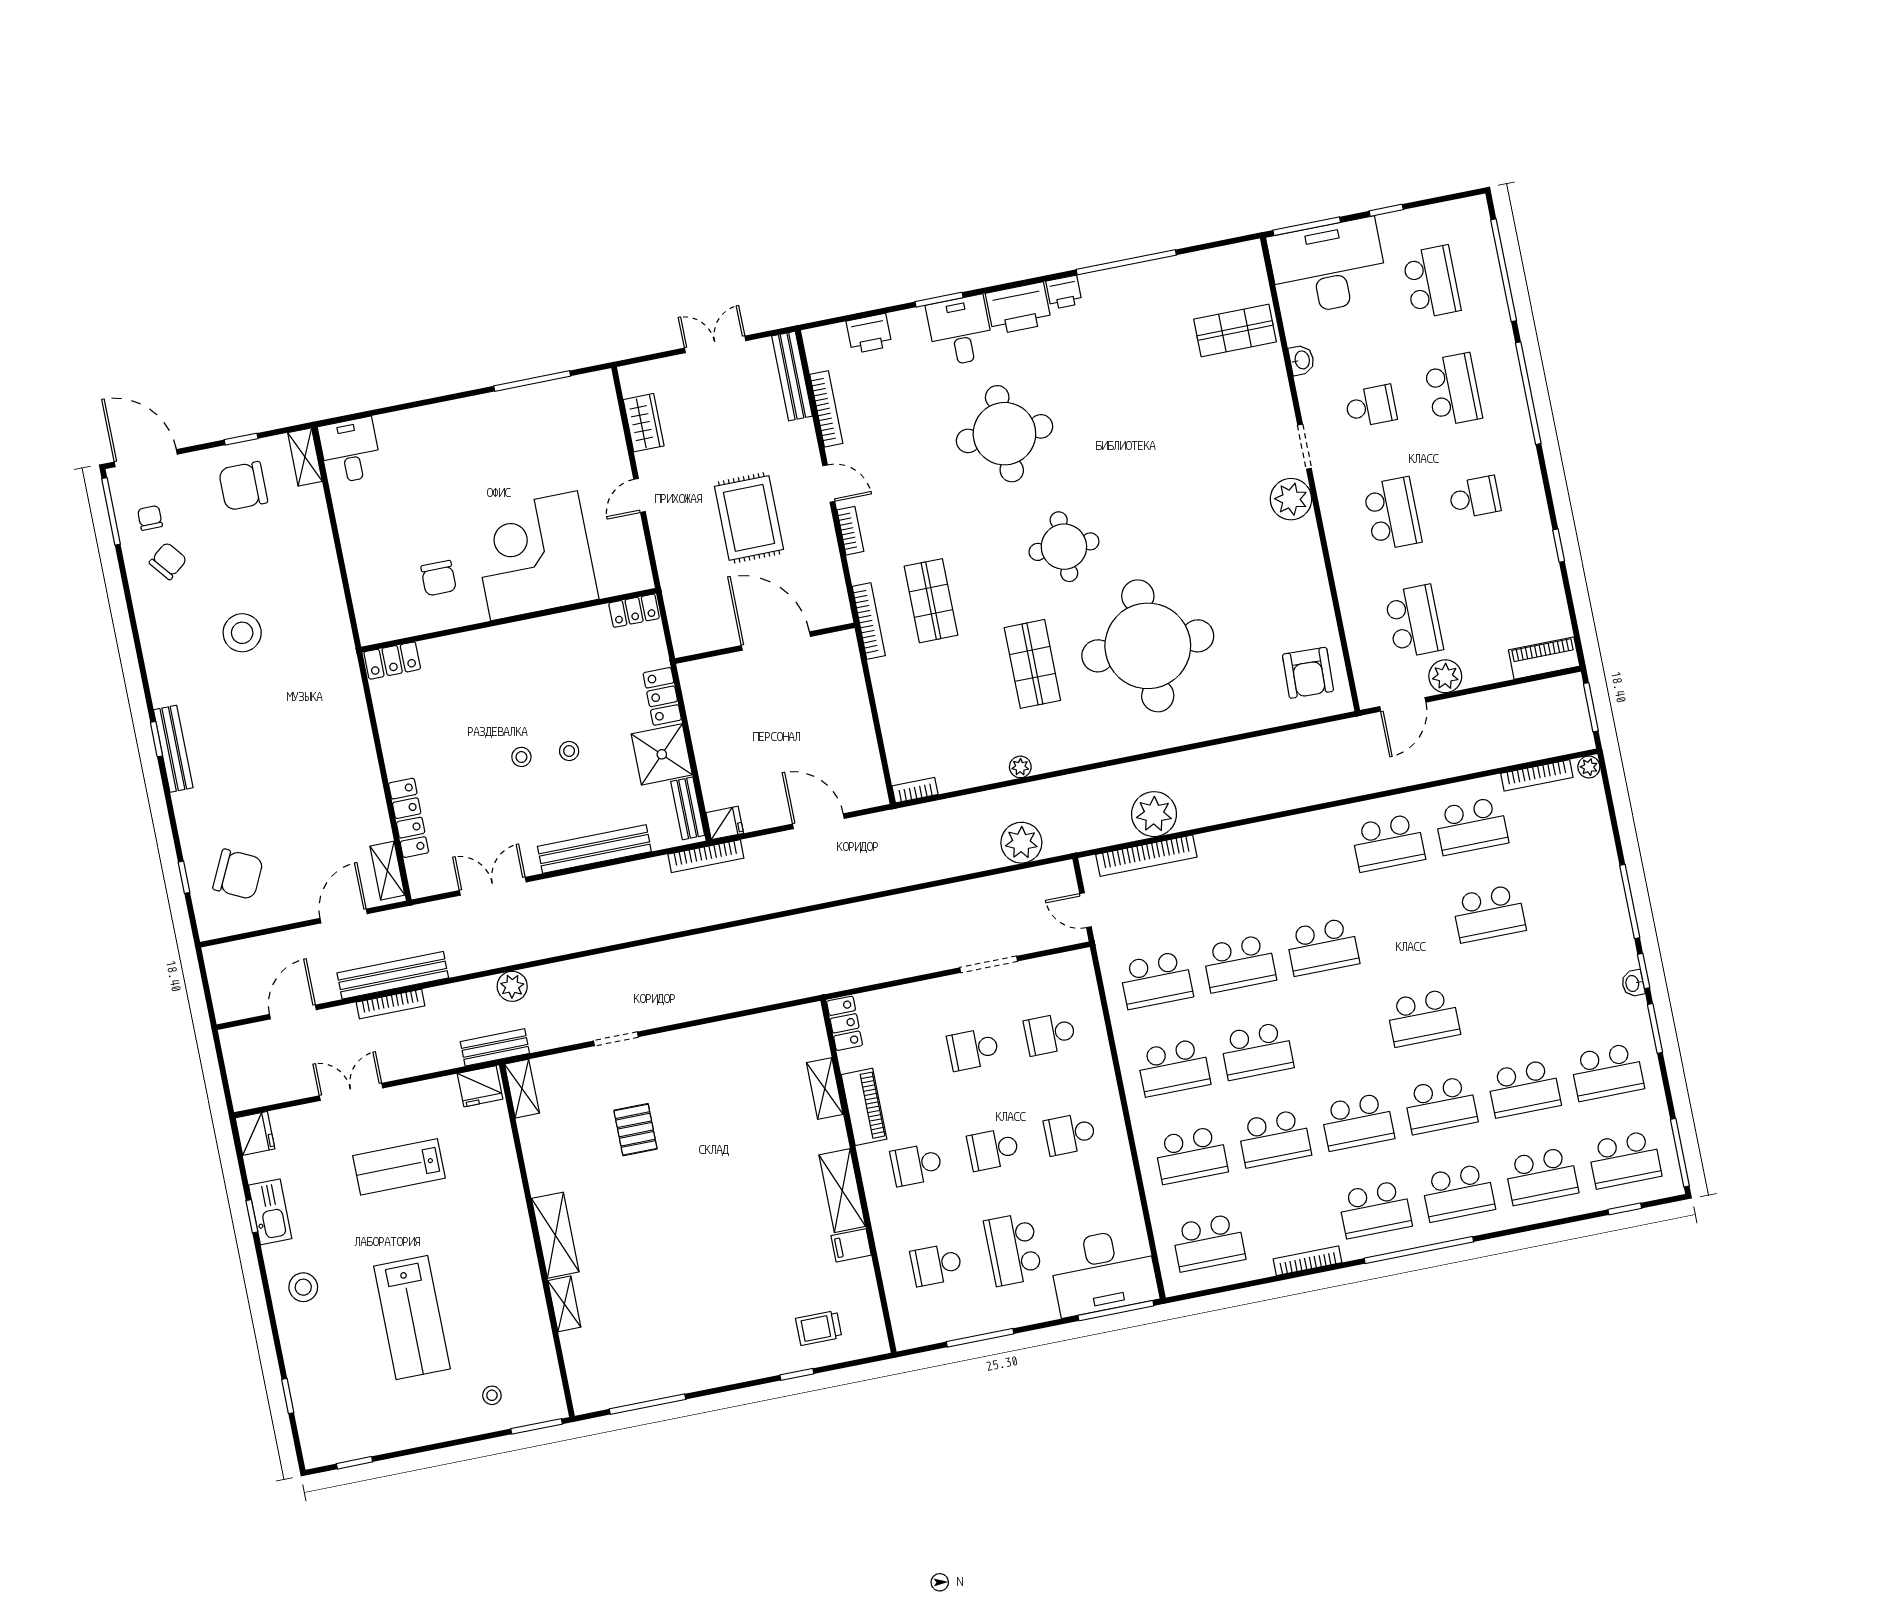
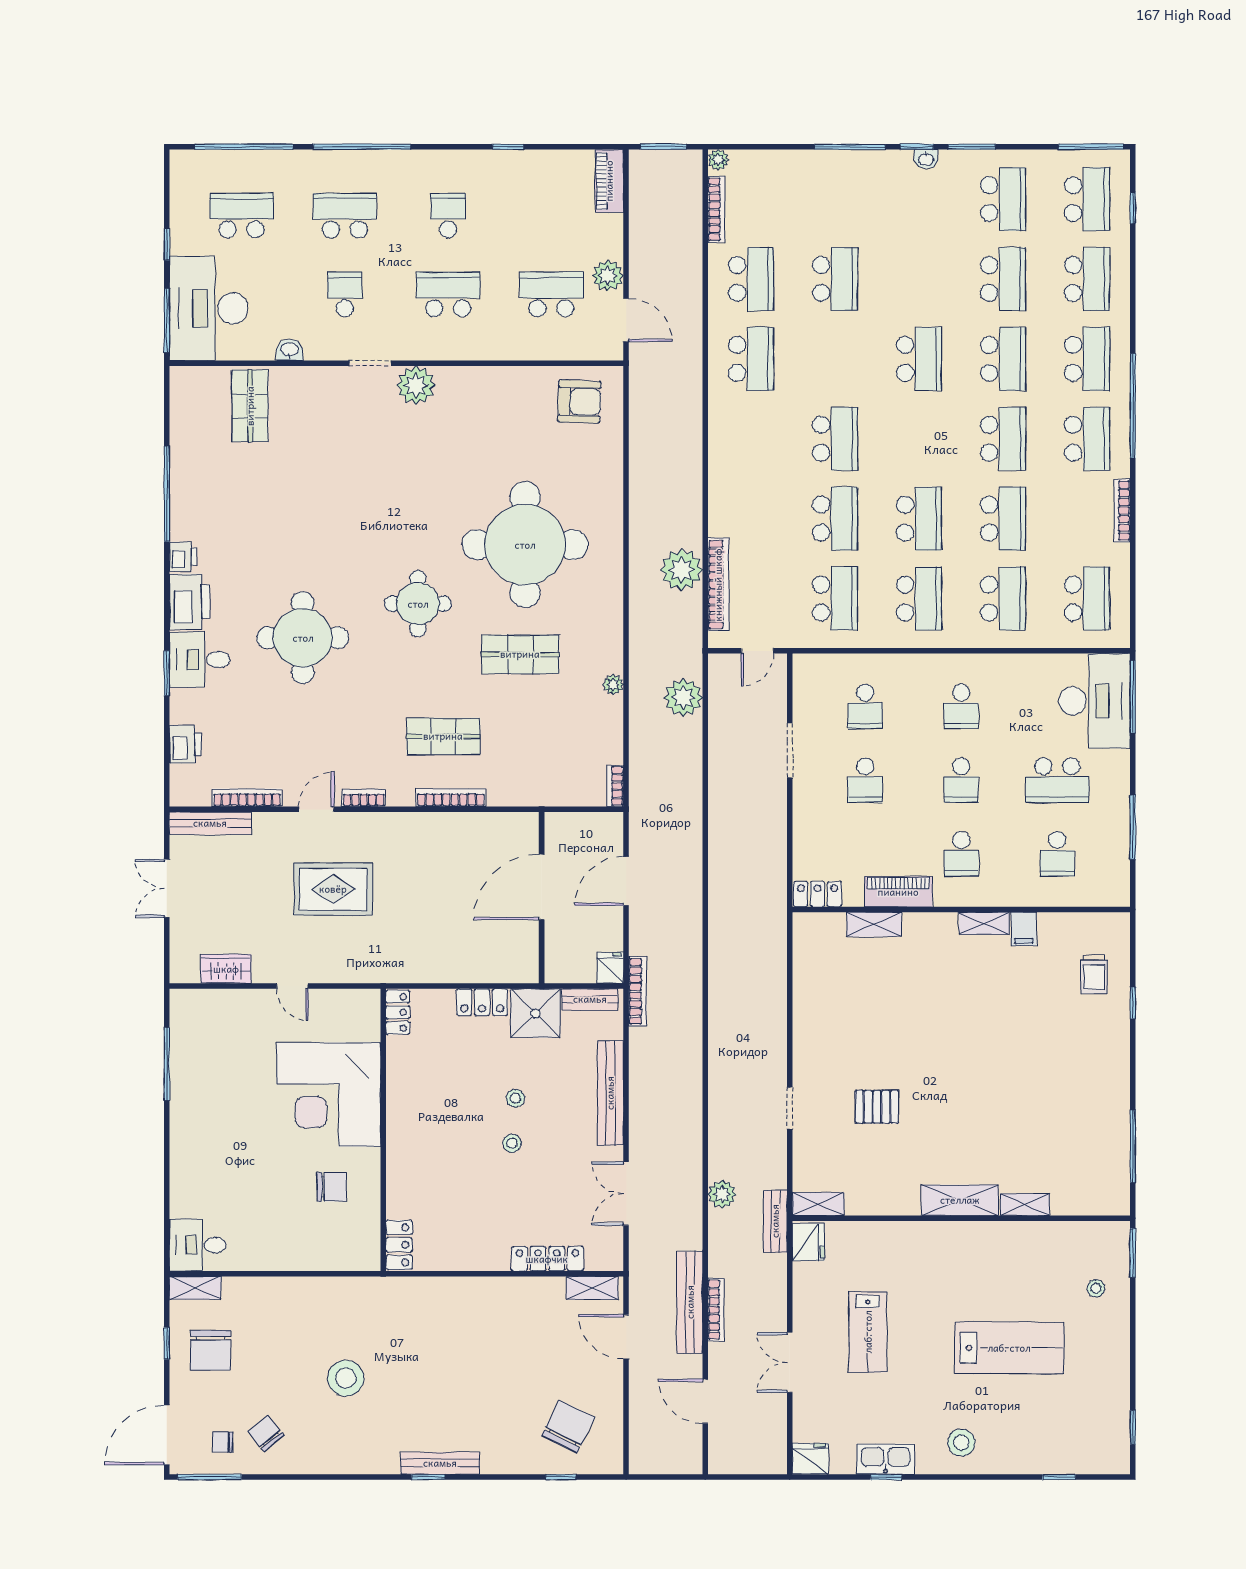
door: (776, 641) -> (542, 887), moved
wall: (765, 643) -> (542, 898), moved
shelving: (842, 1191) -> (984, 923), width x0.67, depth x0.75

